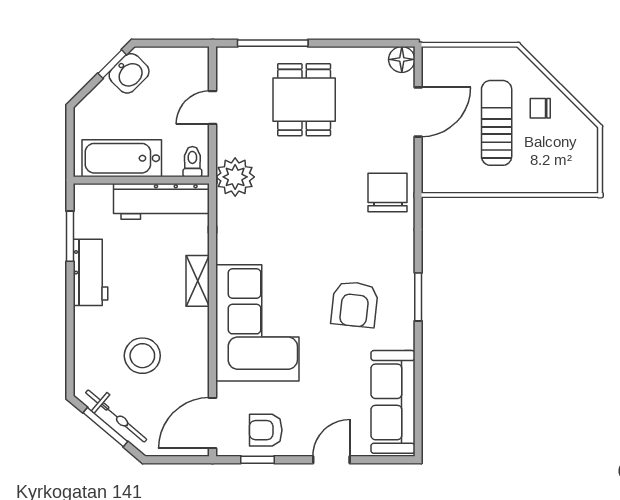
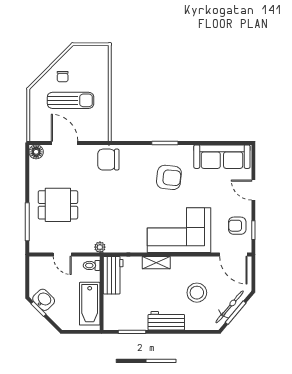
sun lounger: (497, 123) -> (71, 100), turned 180
plant: (235, 177) -> (100, 247), width x0.53, depth x0.53
workbench: (161, 201) -> (113, 275), width x0.73
workbench: (90, 272) -> (166, 321), moved
armchair: (266, 430) -> (237, 226), turned 90

